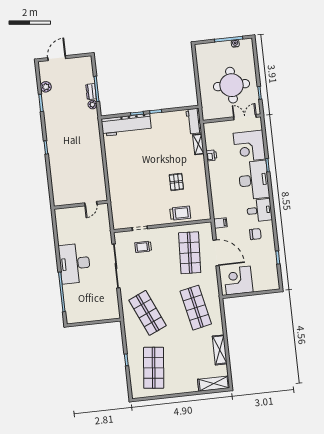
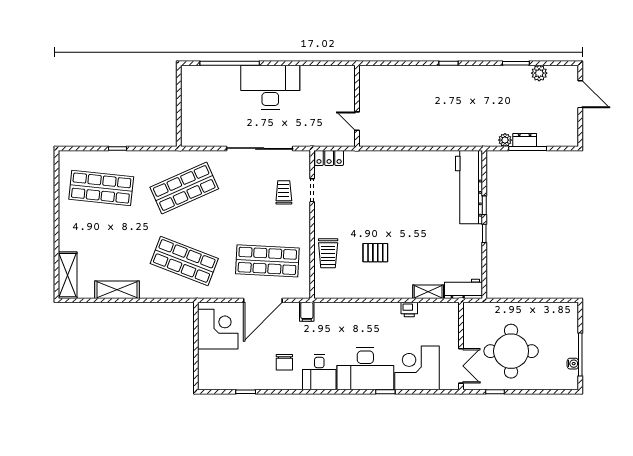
locker: (117, 219) -> (329, 158), added
shop shelf: (196, 308) -> (184, 261), turned 33

